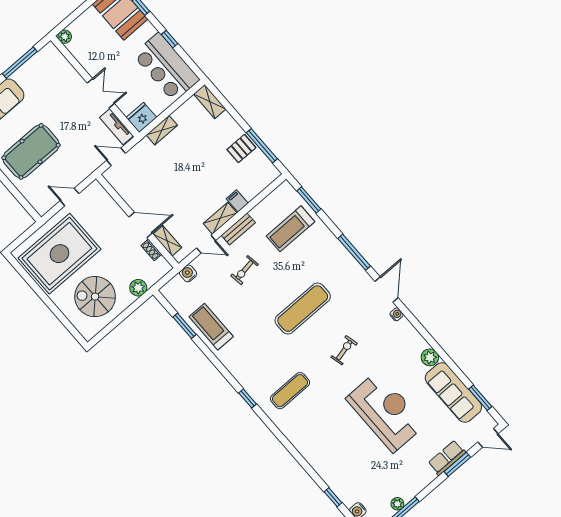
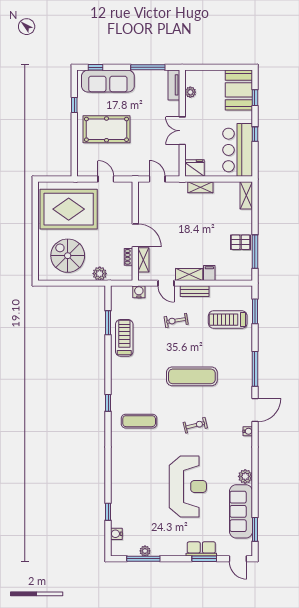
plant: (65, 37) -> (190, 92), moved
double door: (101, 93) -> (182, 131), swing flipped
tv unit: (116, 127) -> (174, 85), moved

